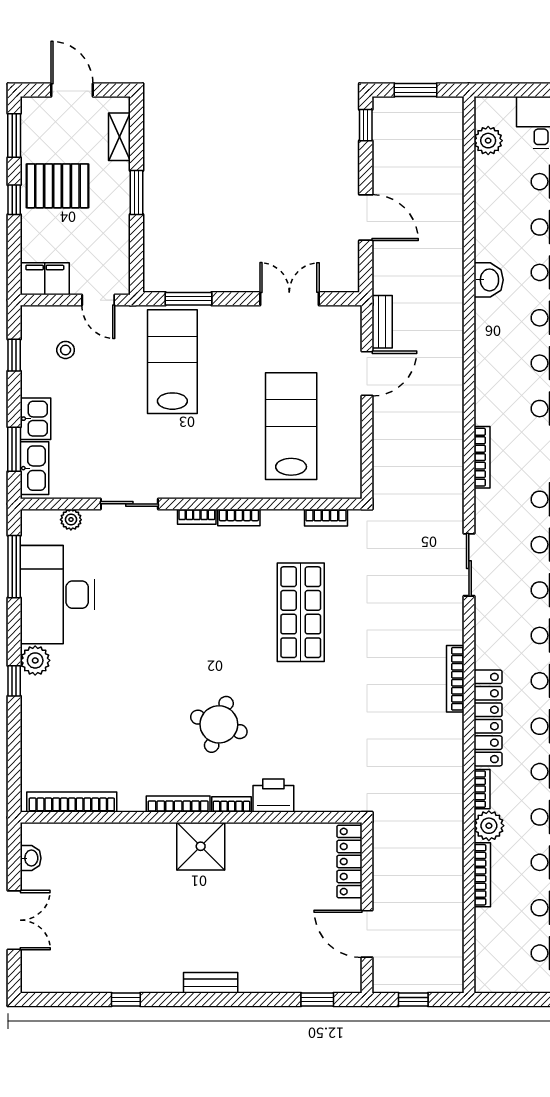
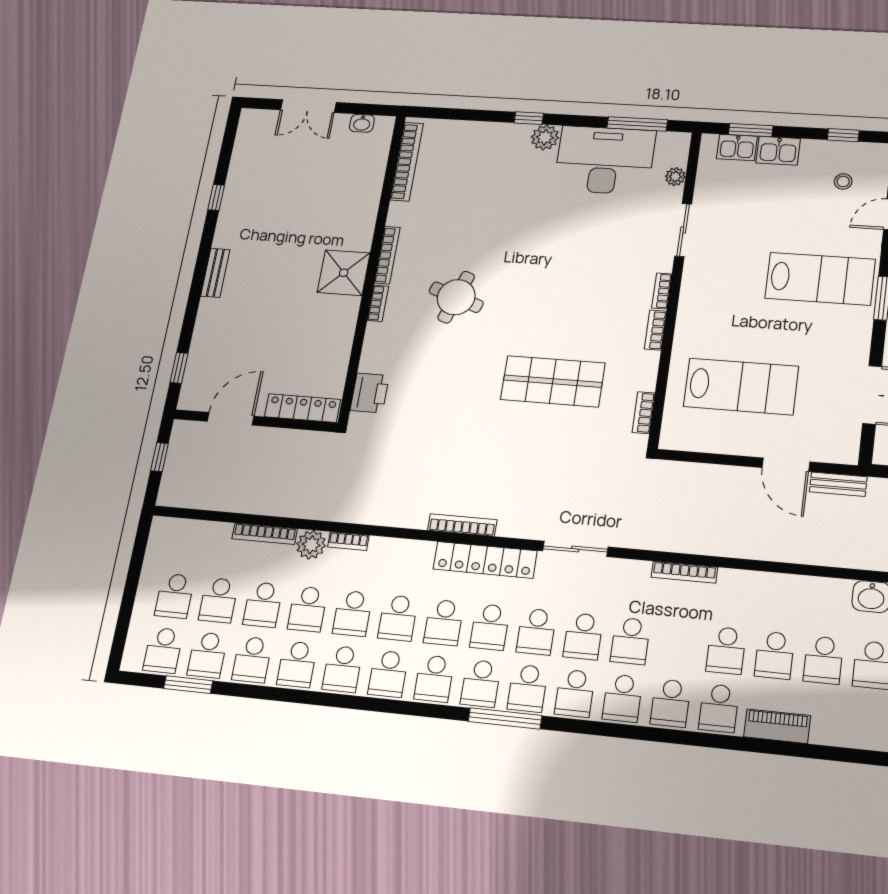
kitchen sink: (35, 468) -> (737, 147), width x0.73
locker: (488, 718) -> (485, 560), moved
printer: (273, 795) -> (370, 393), moved

